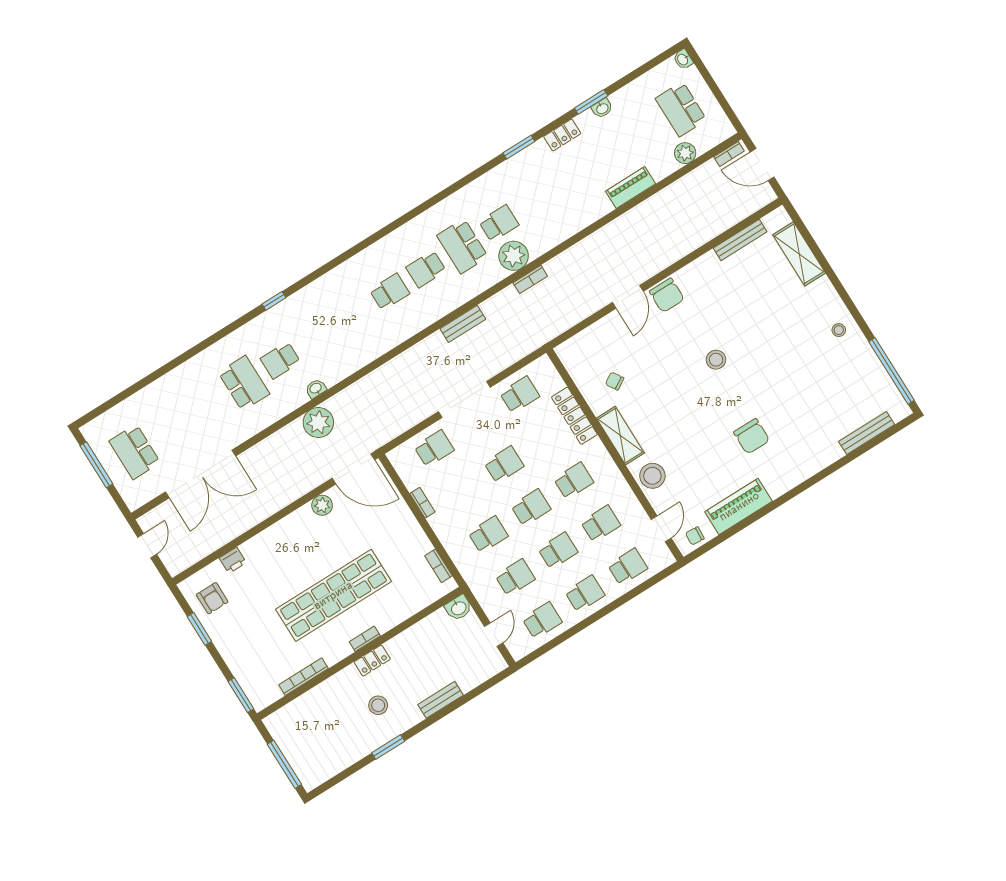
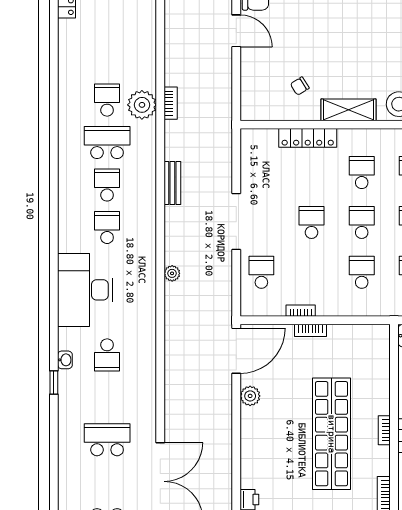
window: (519, 147) -> (54, 43), removed
school desk: (462, 246) -> (107, 143), turned 180
school desk: (426, 269) -> (107, 185), turned 180
window: (274, 301) -> (54, 382), moved
desk: (324, 307) -> (85, 290), added
school desk: (244, 383) -> (107, 440), moved
washbasin: (316, 388) -> (65, 360), moved, turned 180
school desk: (520, 395) -> (261, 173), removed
plant: (318, 423) -> (172, 273), moved, width x0.53, depth x0.53
bookcase: (438, 566) -> (310, 330), moved

